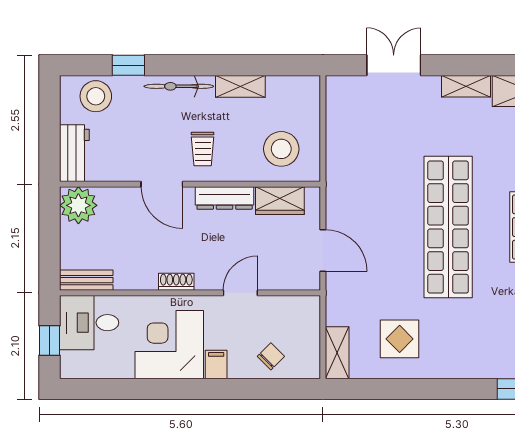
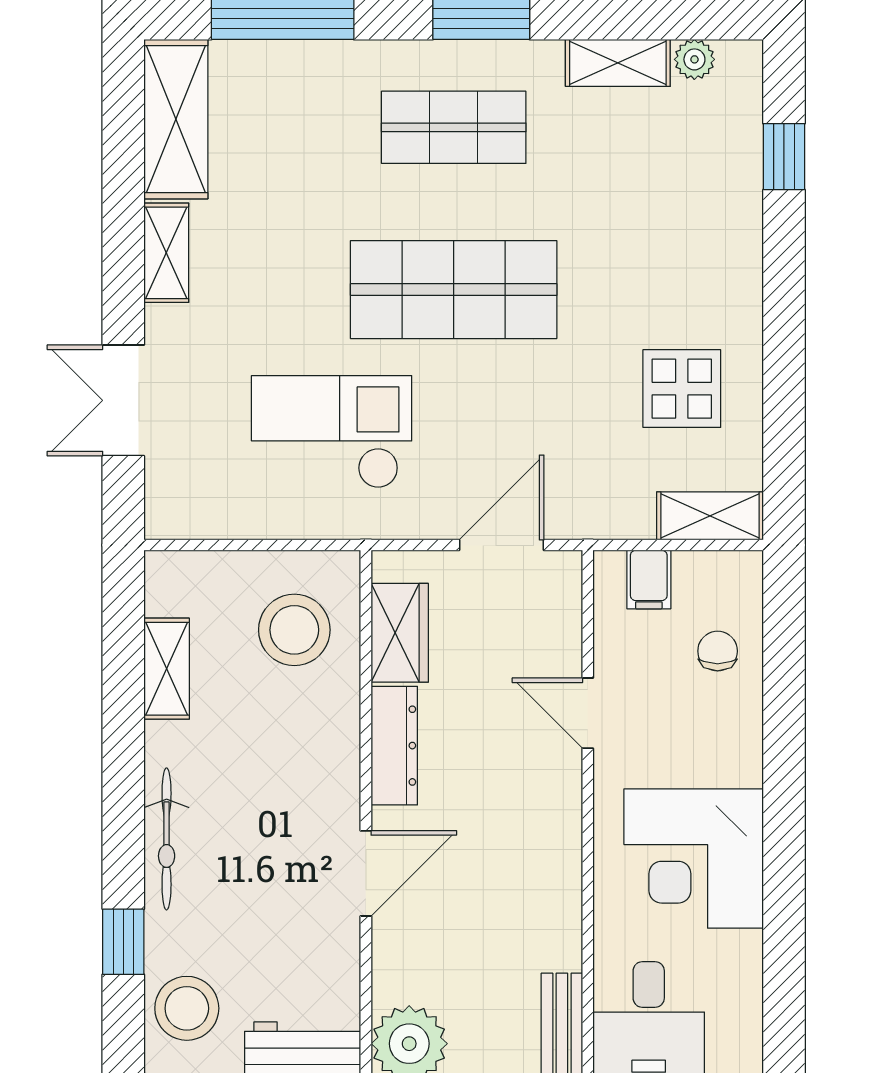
shelving: (240, 86) -> (167, 669), moved
trolley: (203, 149) -> (294, 790), removed
checkout: (378, 167) -> (332, 432), added
shop shelf: (448, 227) -> (454, 290), width x0.71
shoe rack: (176, 282) -> (565, 844), removed
chair: (271, 356) -> (718, 651), turned 45
filing cabinet: (216, 364) -> (649, 579), moved, turned -90

